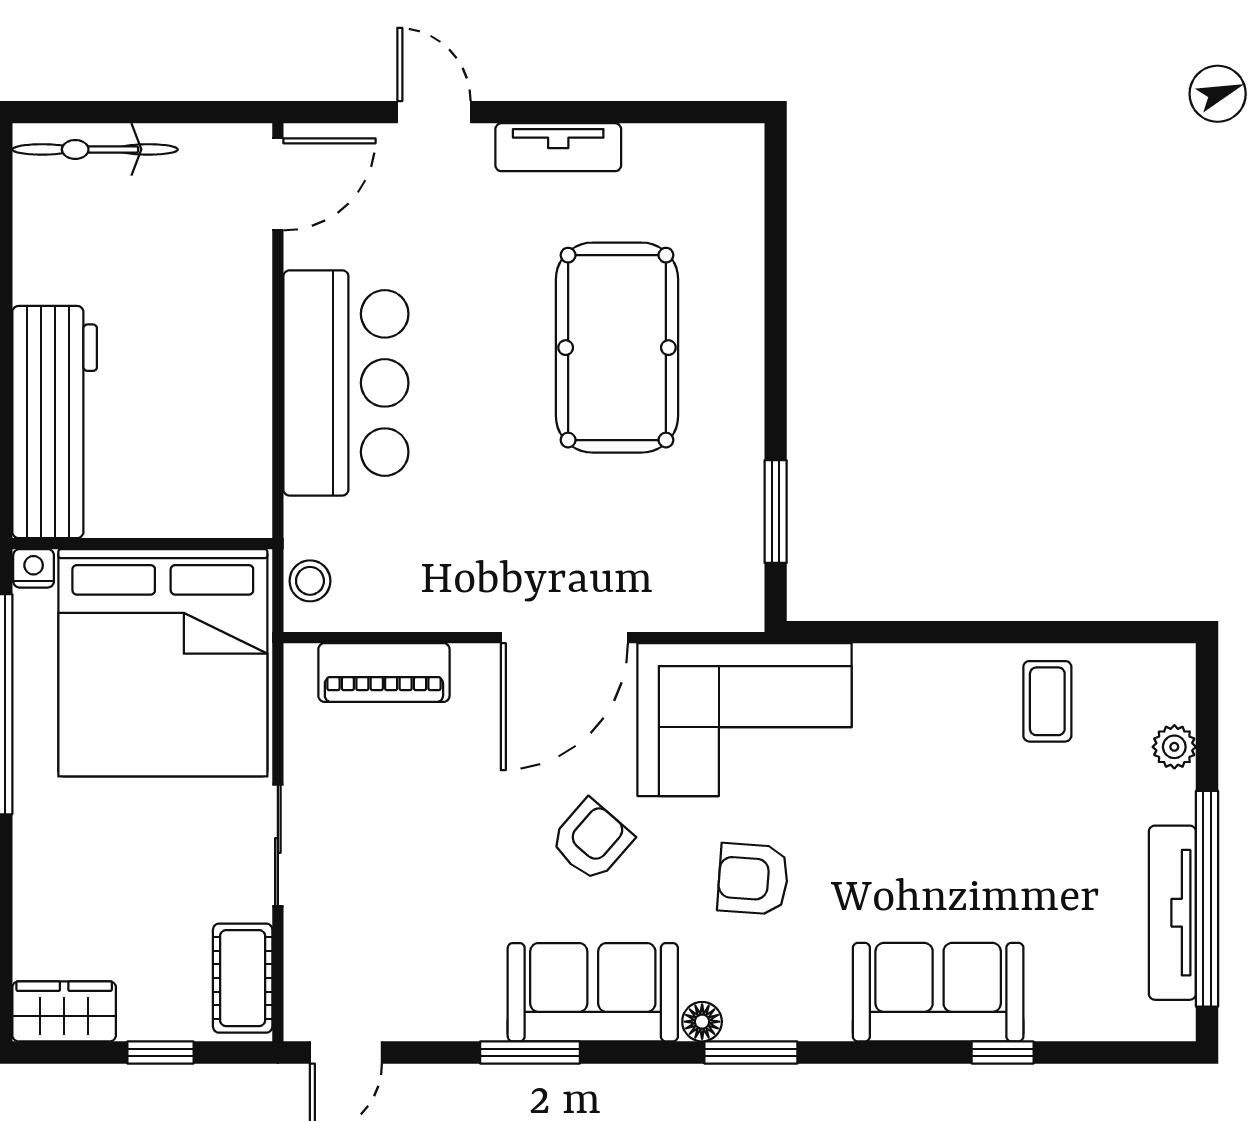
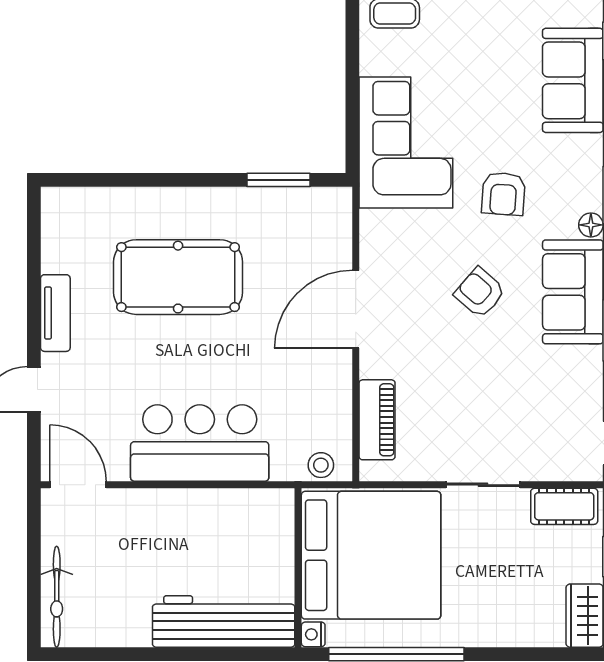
door: (564, 638) -> (356, 309), swing flipped
corner sofa: (745, 720) -> (406, 142), moved

